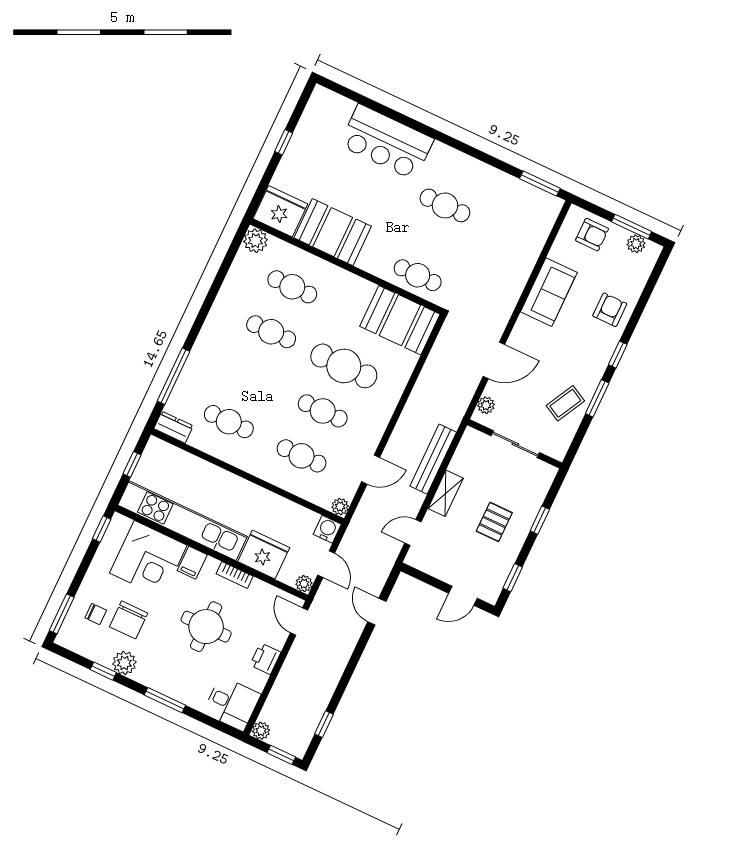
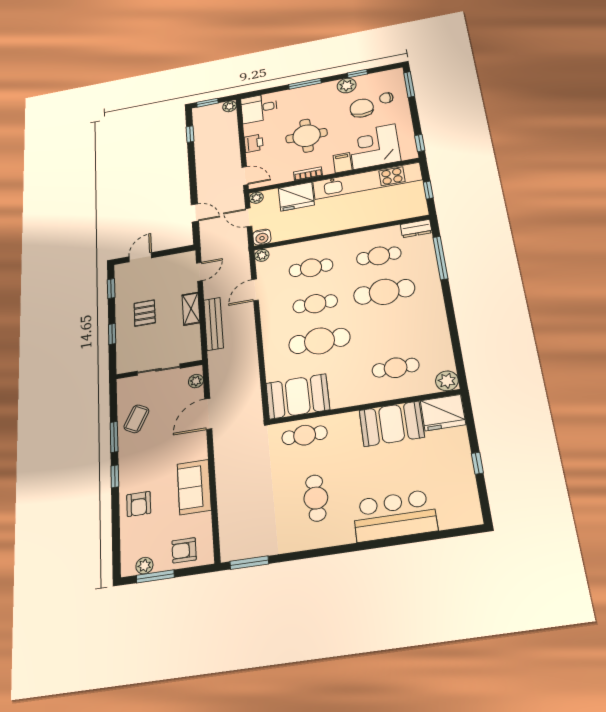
cafe table: (445, 205) -> (316, 498), turned 90
cafe table: (271, 332) -> (384, 292), moved, width x1.37, depth x1.35

